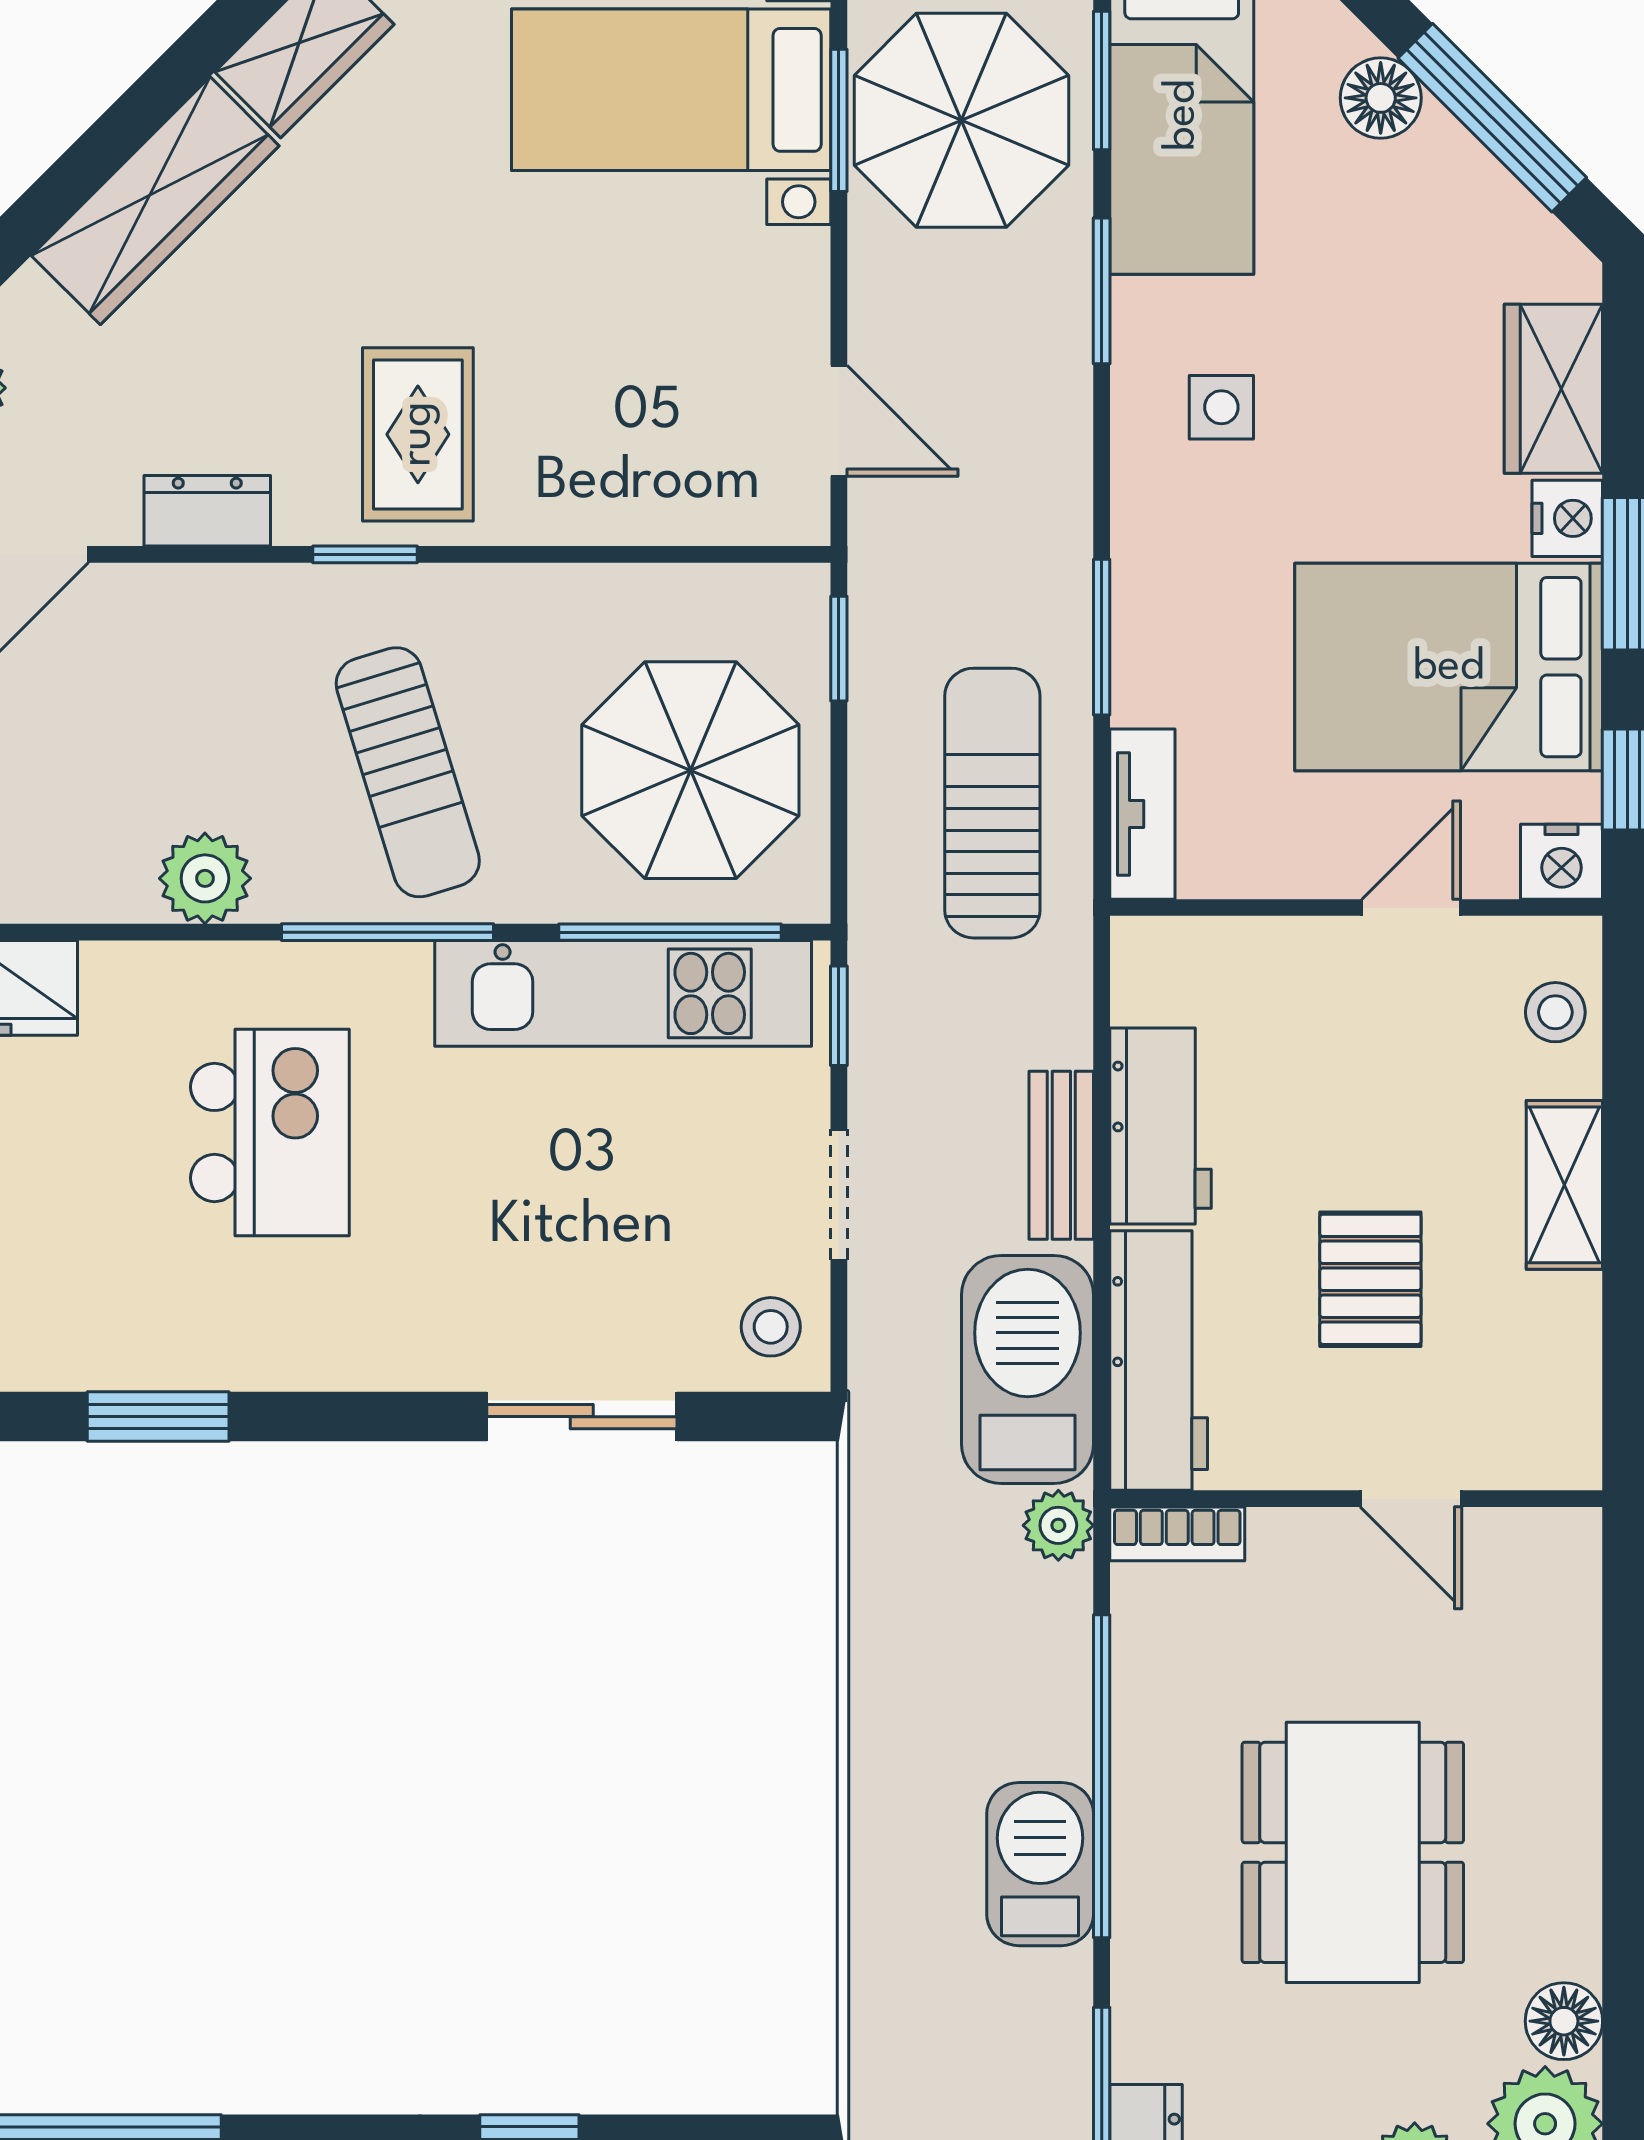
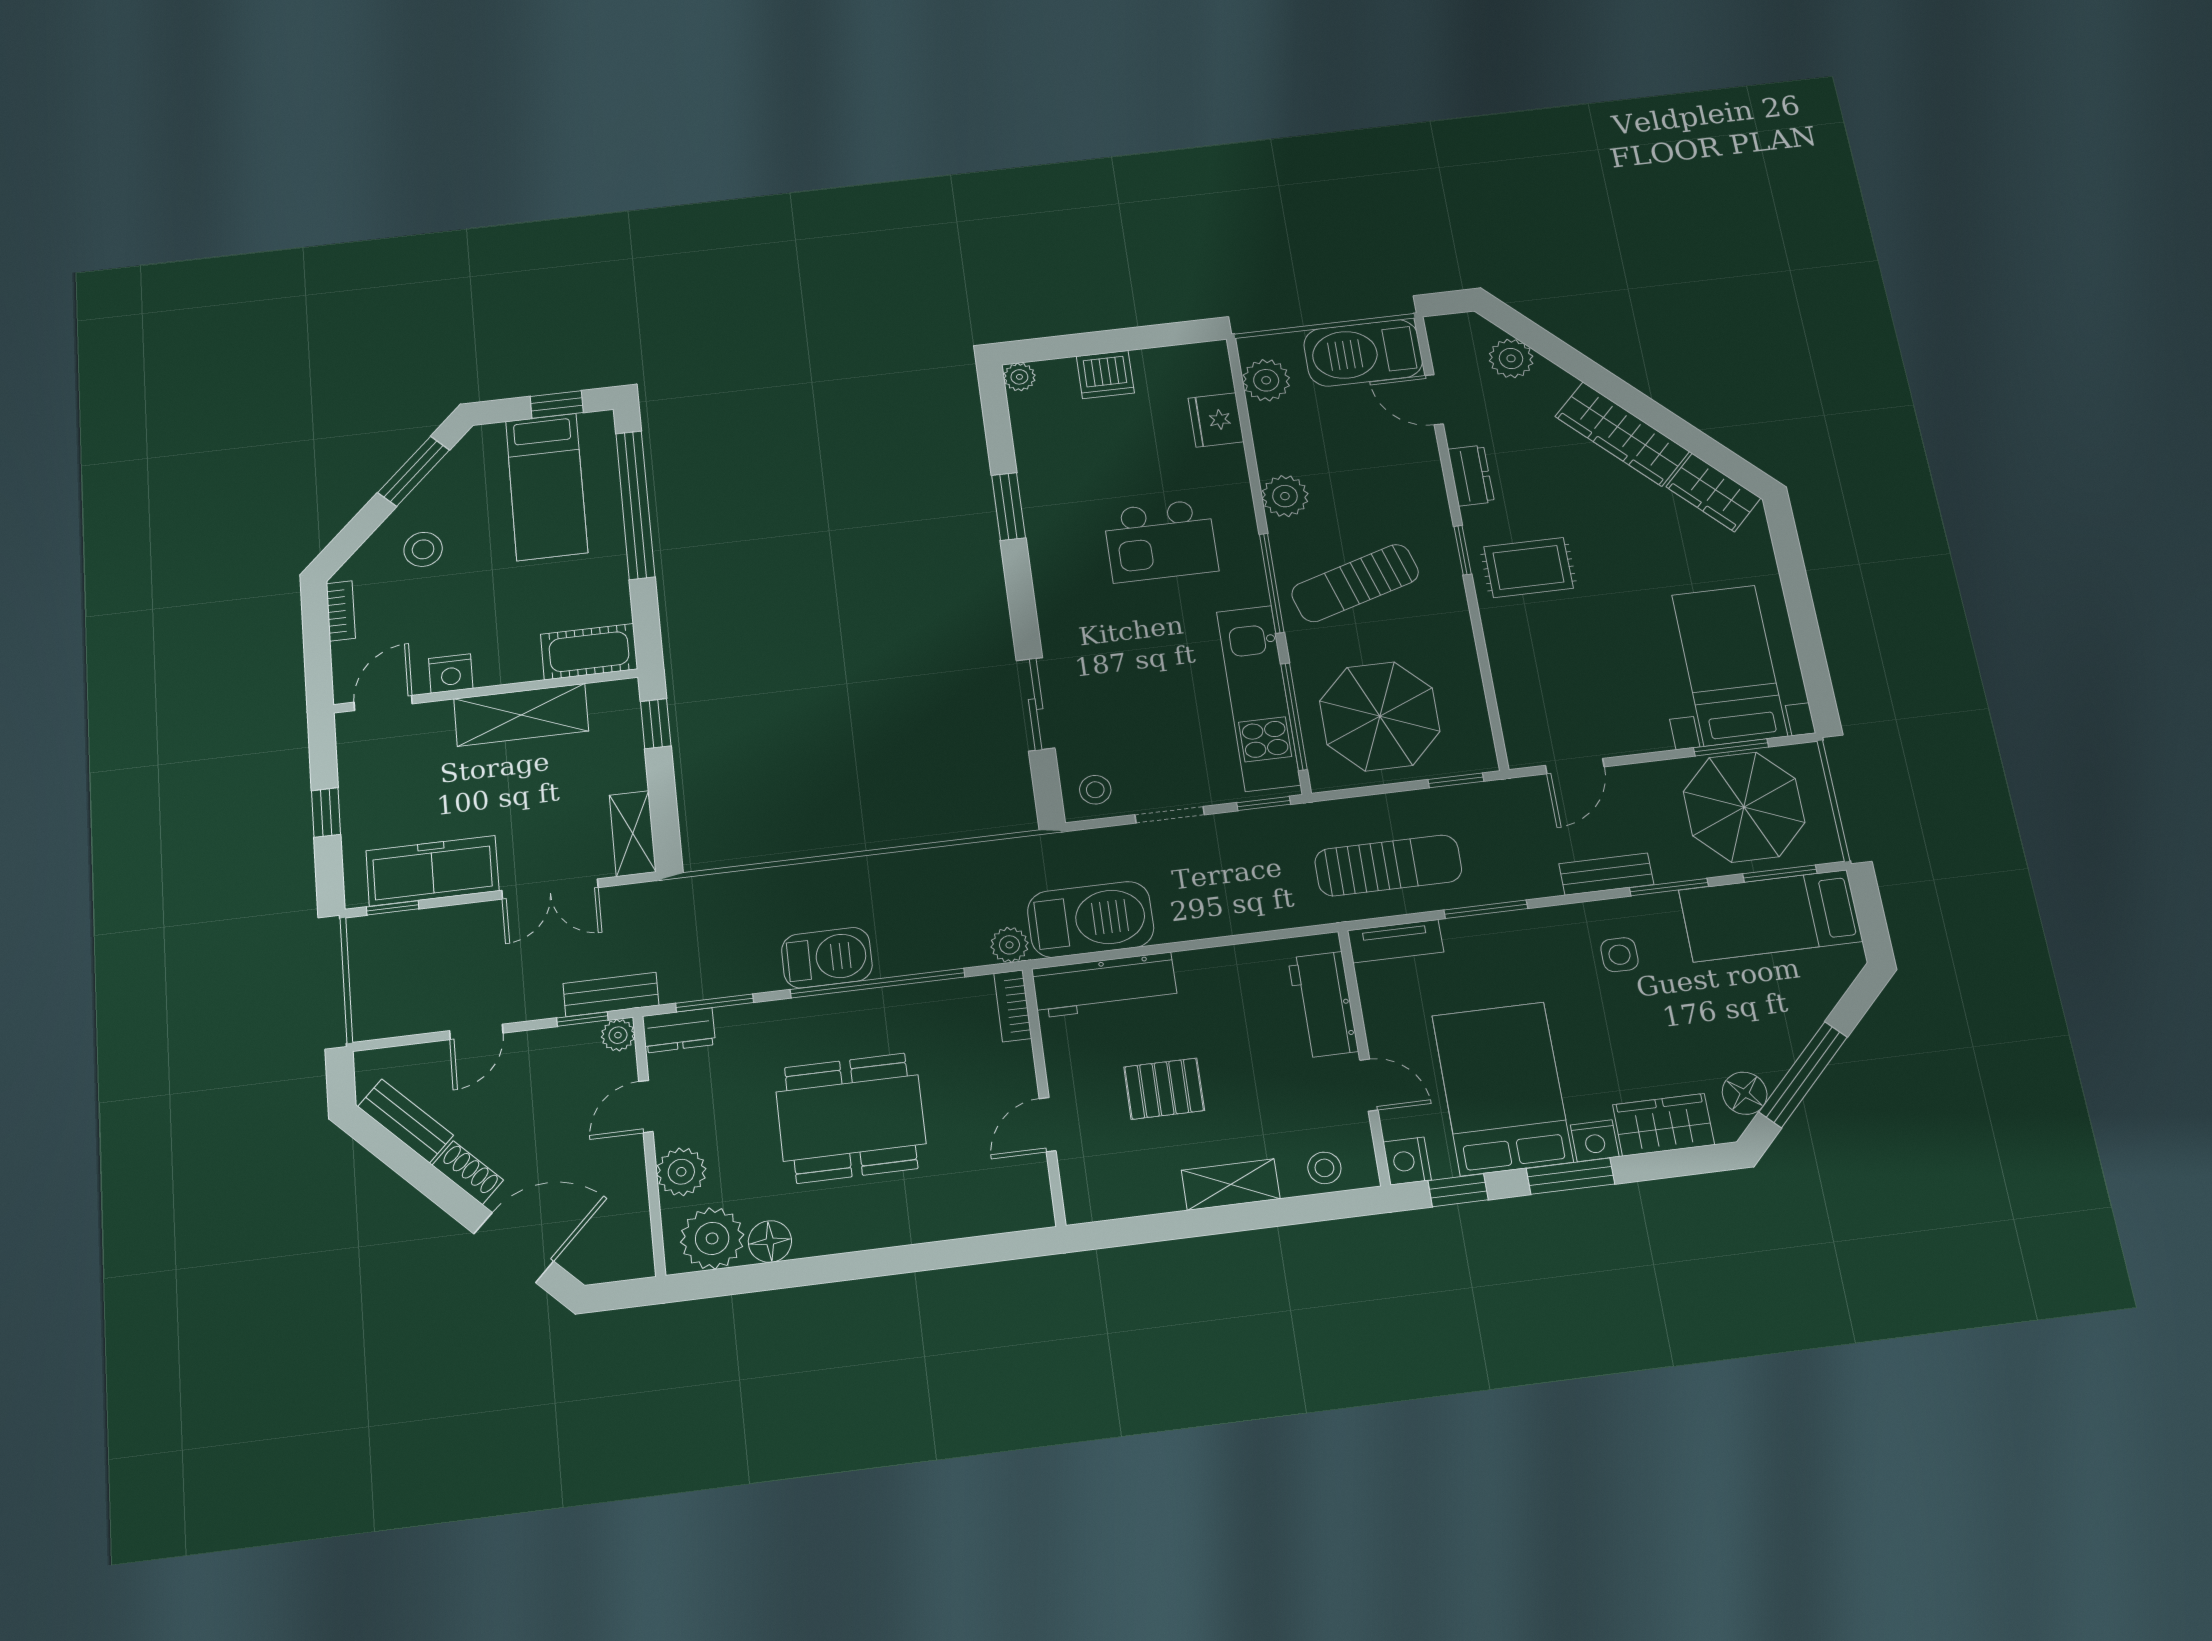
floor lamp: (1381, 98) -> (1745, 1093), moved
workbench: (1161, 1126) -> (1323, 1005), moved, turned 90
bench: (1061, 1155) -> (1606, 874), moved

